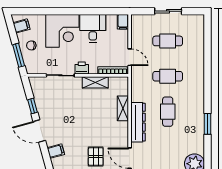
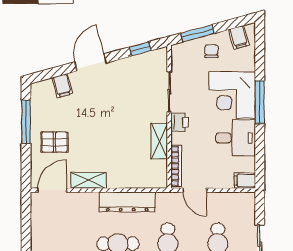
window: (68, 11) -> (260, 102), added
door: (130, 57) -> (195, 190), hinge flipped
window: (32, 106) -> (140, 49), moved
shelving: (123, 108) -> (89, 180), moved
dresser: (138, 122) -> (127, 202), moved

